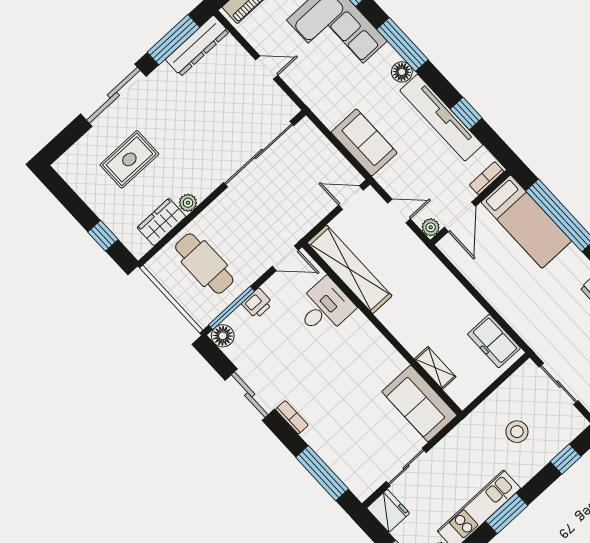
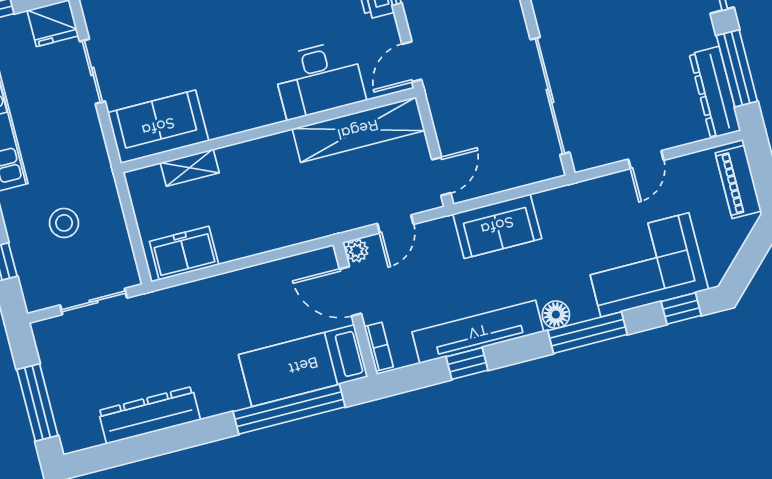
desk: (324, 307) -> (319, 79), width x1.37

